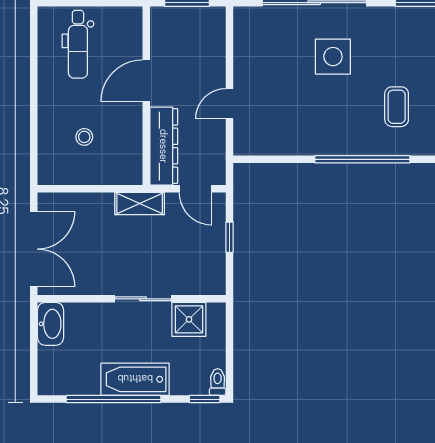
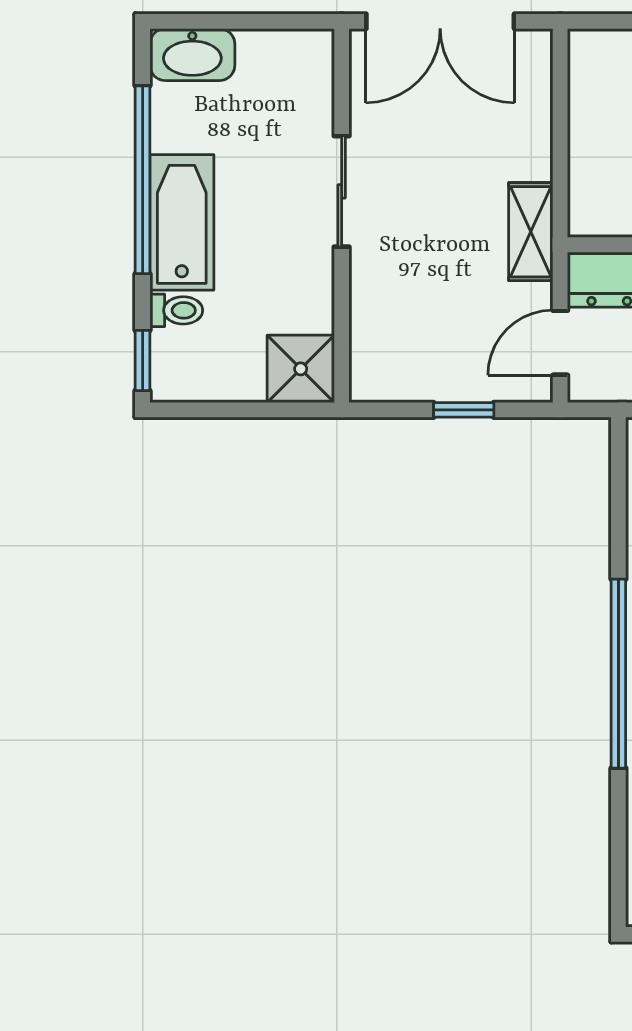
sliding door: (143, 299) -> (342, 191), moved
shower: (189, 319) -> (301, 369), moved
washbasin: (50, 324) -> (192, 55), moved
toilet: (218, 382) -> (176, 310), moved

